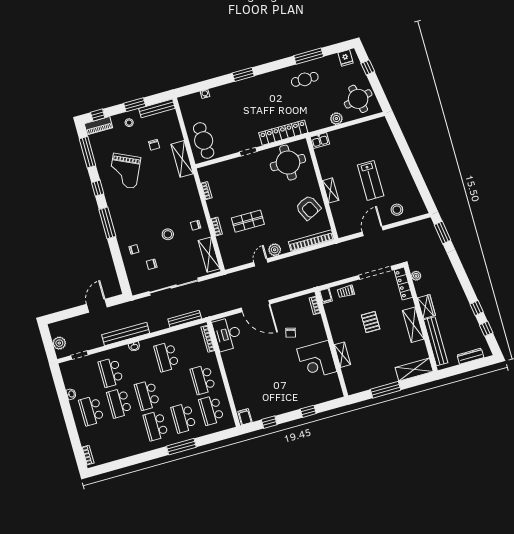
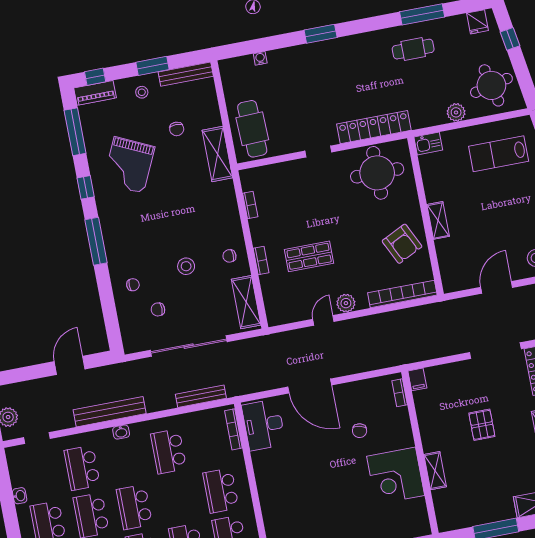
lab bench: (371, 180) -> (499, 154), moved, turned 90
trolley: (346, 292) -> (448, 376), removed

